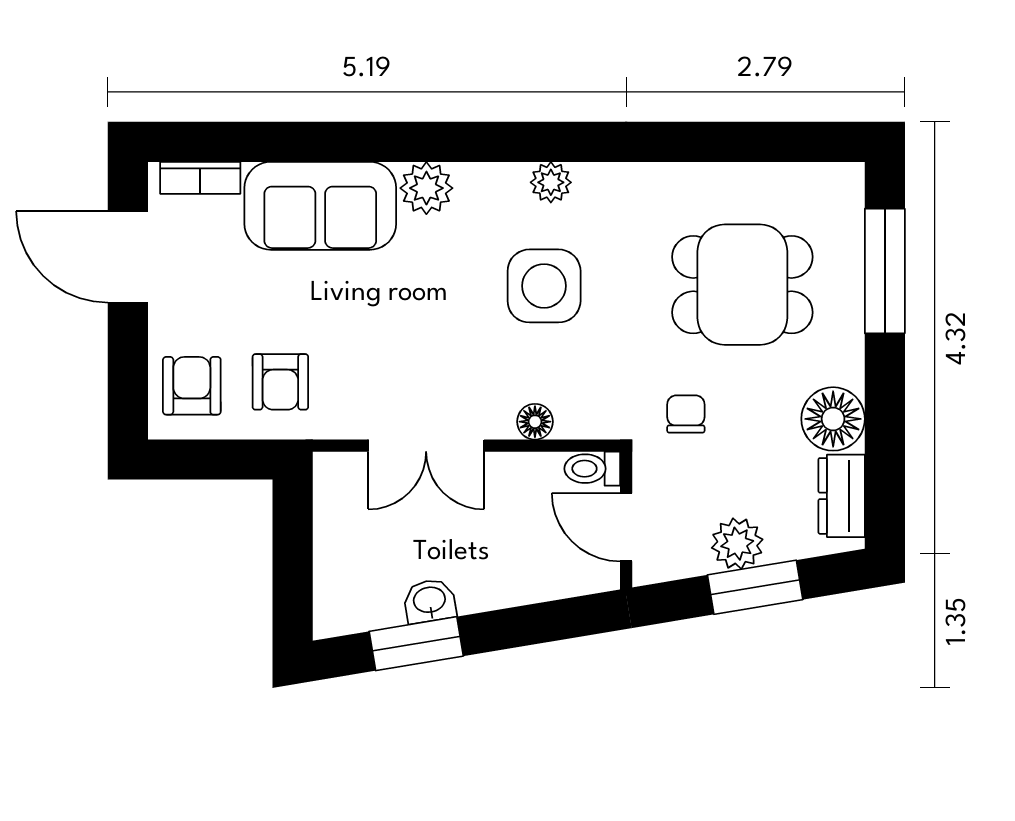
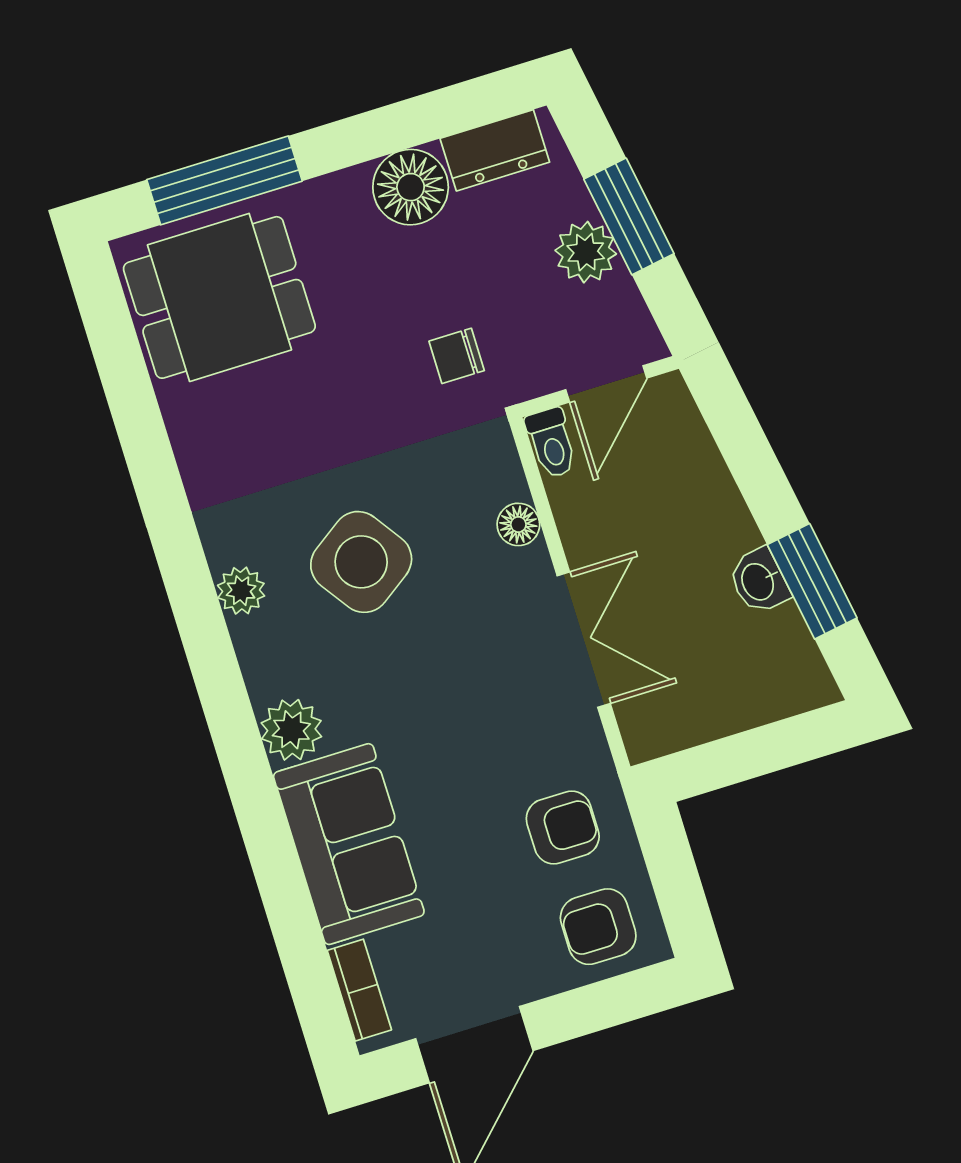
dining table: (742, 285) -> (219, 297), moved, turned 90
side table: (544, 286) -> (361, 562), turned -35

